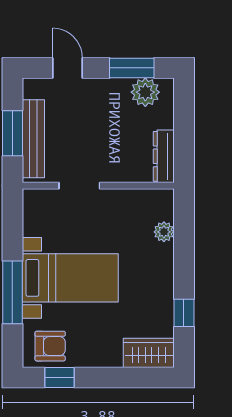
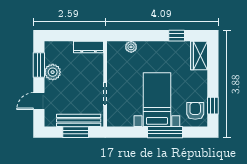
plant: (145, 92) -> (53, 72), moved

